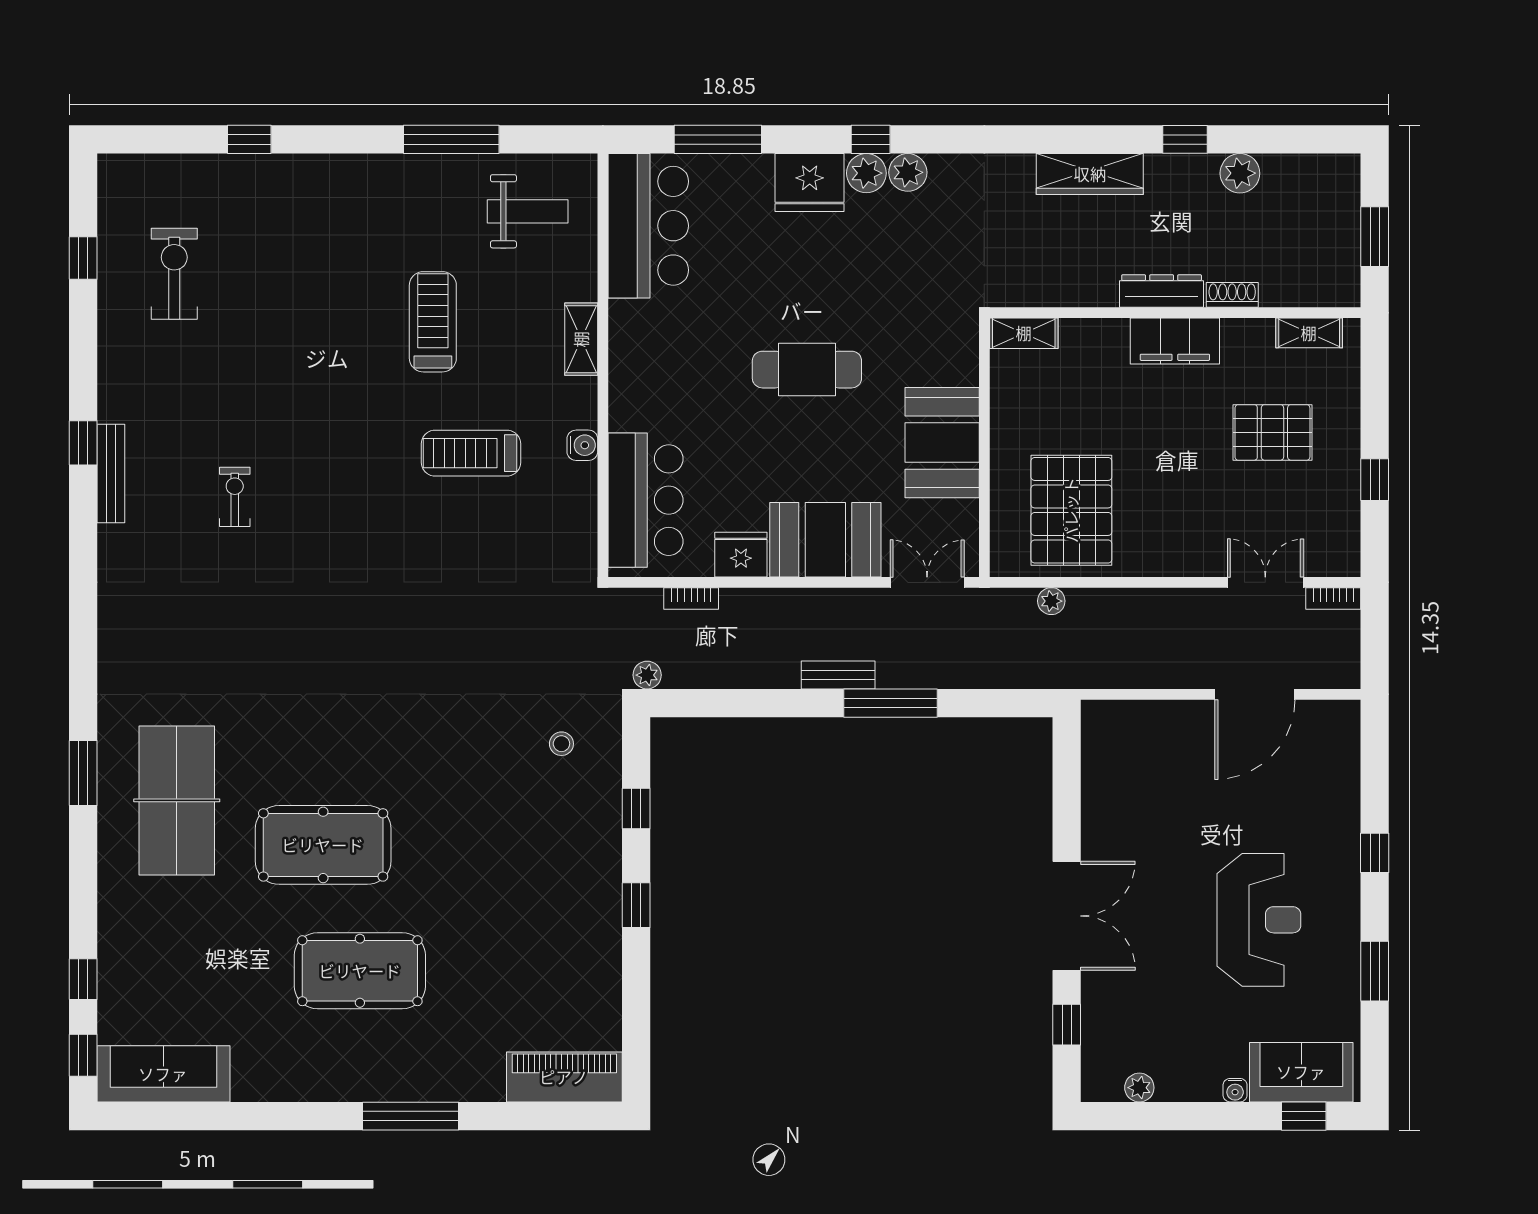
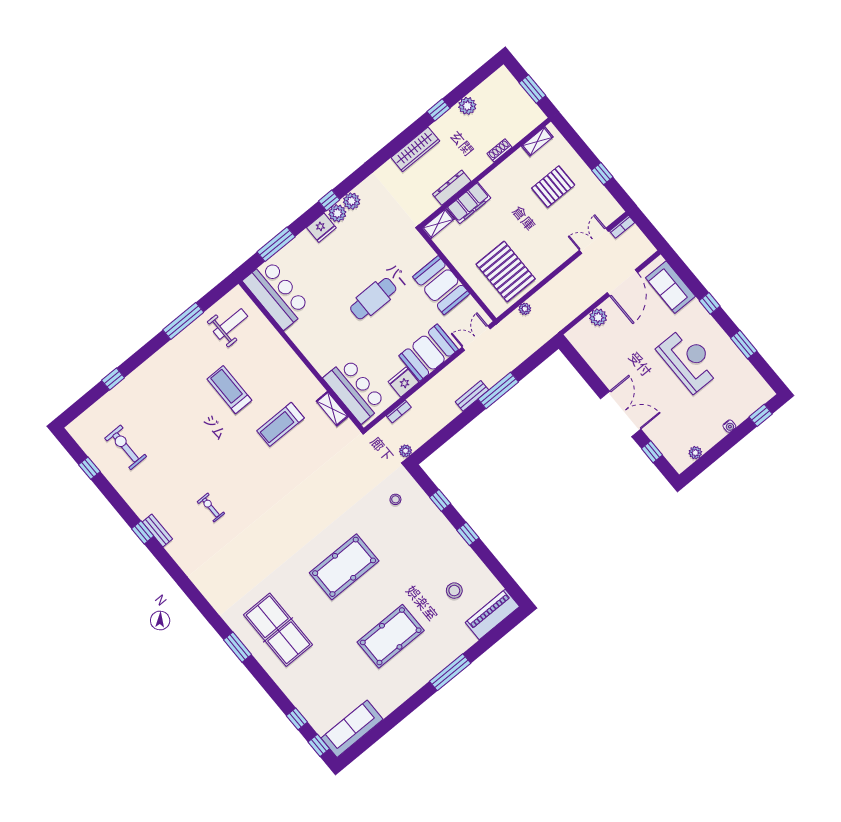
fridge: (810, 183) -> (321, 228), width x0.73, depth x0.75
dresser: (1162, 291) -> (452, 188), moved
shelving: (581, 339) -> (332, 409), moved
filing cabinet: (1175, 341) -> (469, 203), moved
water cooler: (582, 445) -> (317, 390), removed
bench: (111, 474) -> (157, 530), width x0.73
plant: (1165, 719) -> (598, 317), added
pool table: (323, 845) -> (344, 567), moved
stool: (533, 982) -> (454, 591), added
sofa: (1301, 1072) -> (671, 287), moved, turned -90

